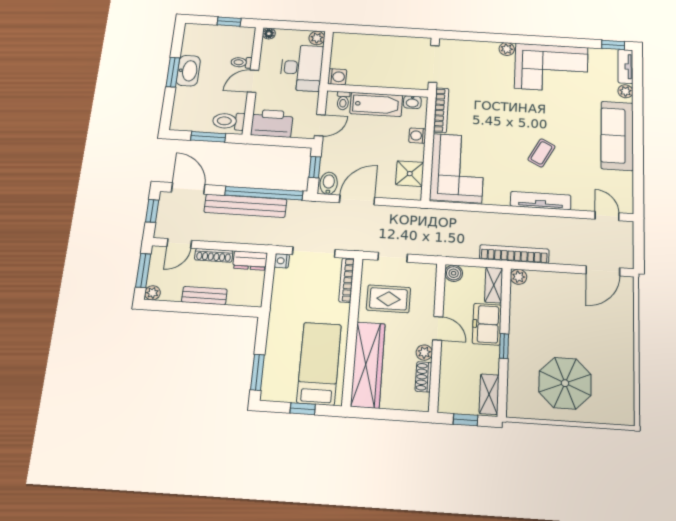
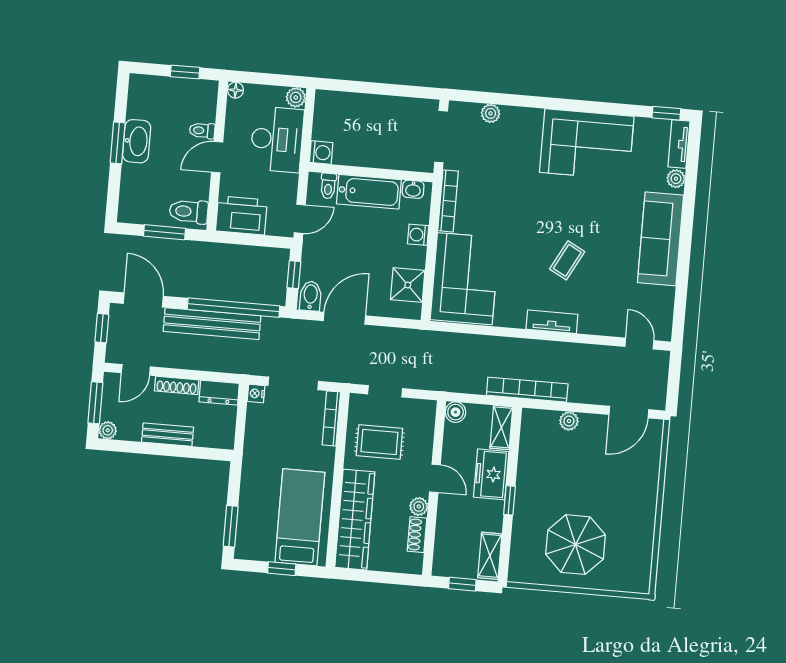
plant: (507, 49) -> (491, 113), moved
tv unit: (541, 201) -> (552, 322), width x0.71
plant: (519, 277) -> (569, 421), moved

